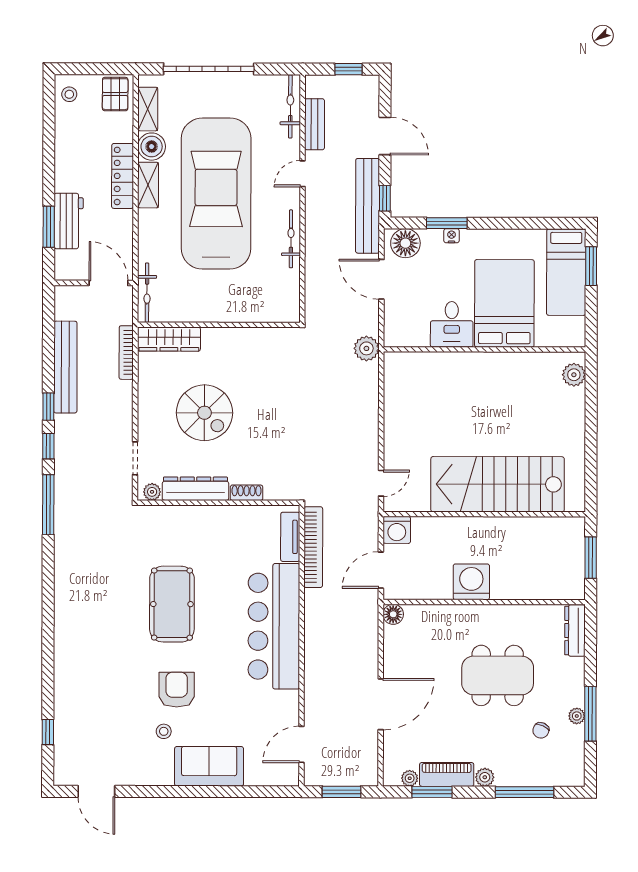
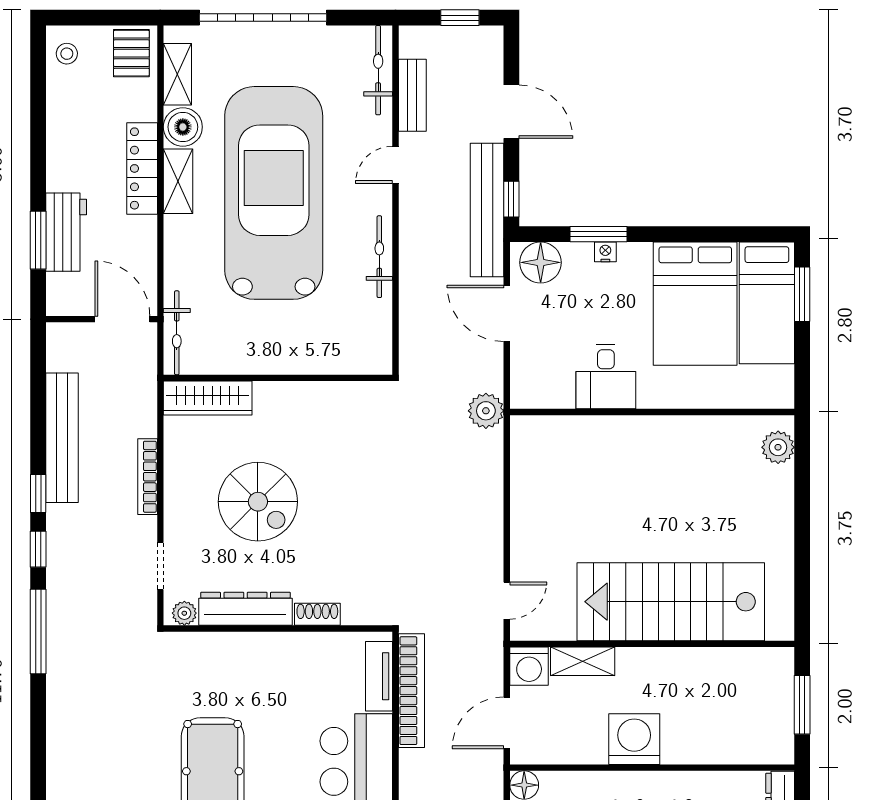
bed: (504, 303) -> (695, 304), moved, turned 180
bookcase: (126, 353) -> (148, 477), moved
shelving: (435, 527) -> (583, 661), added

